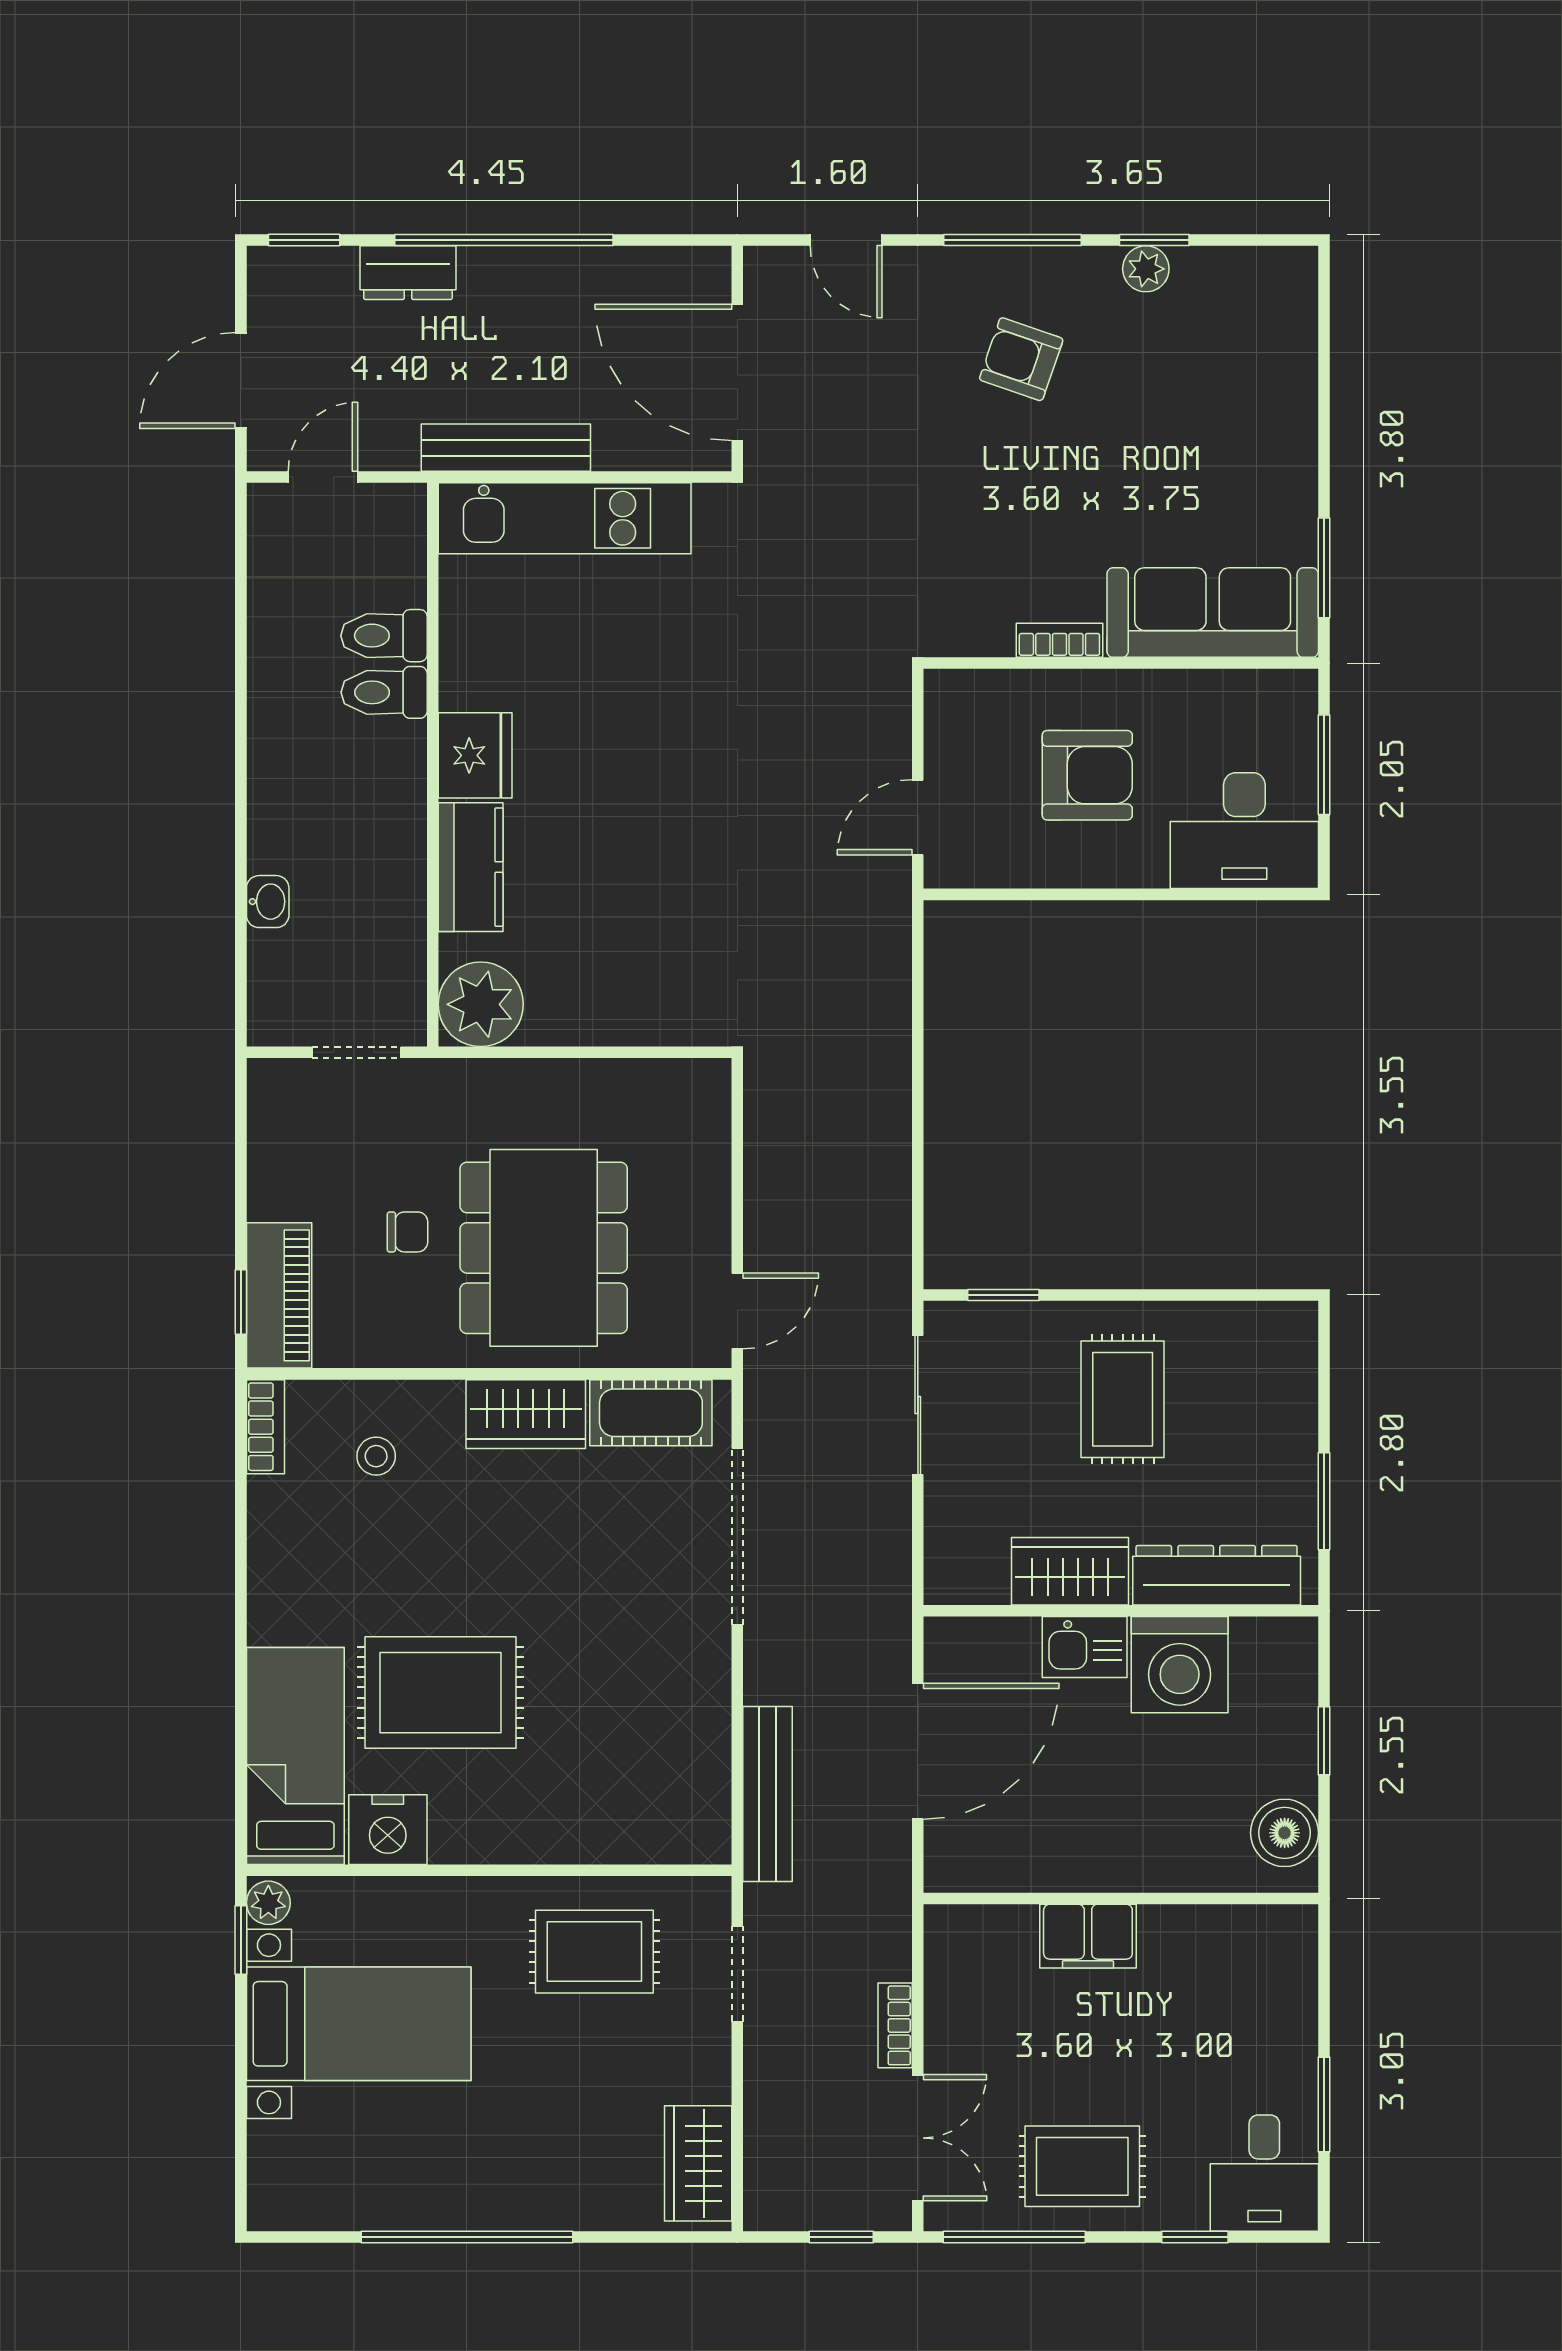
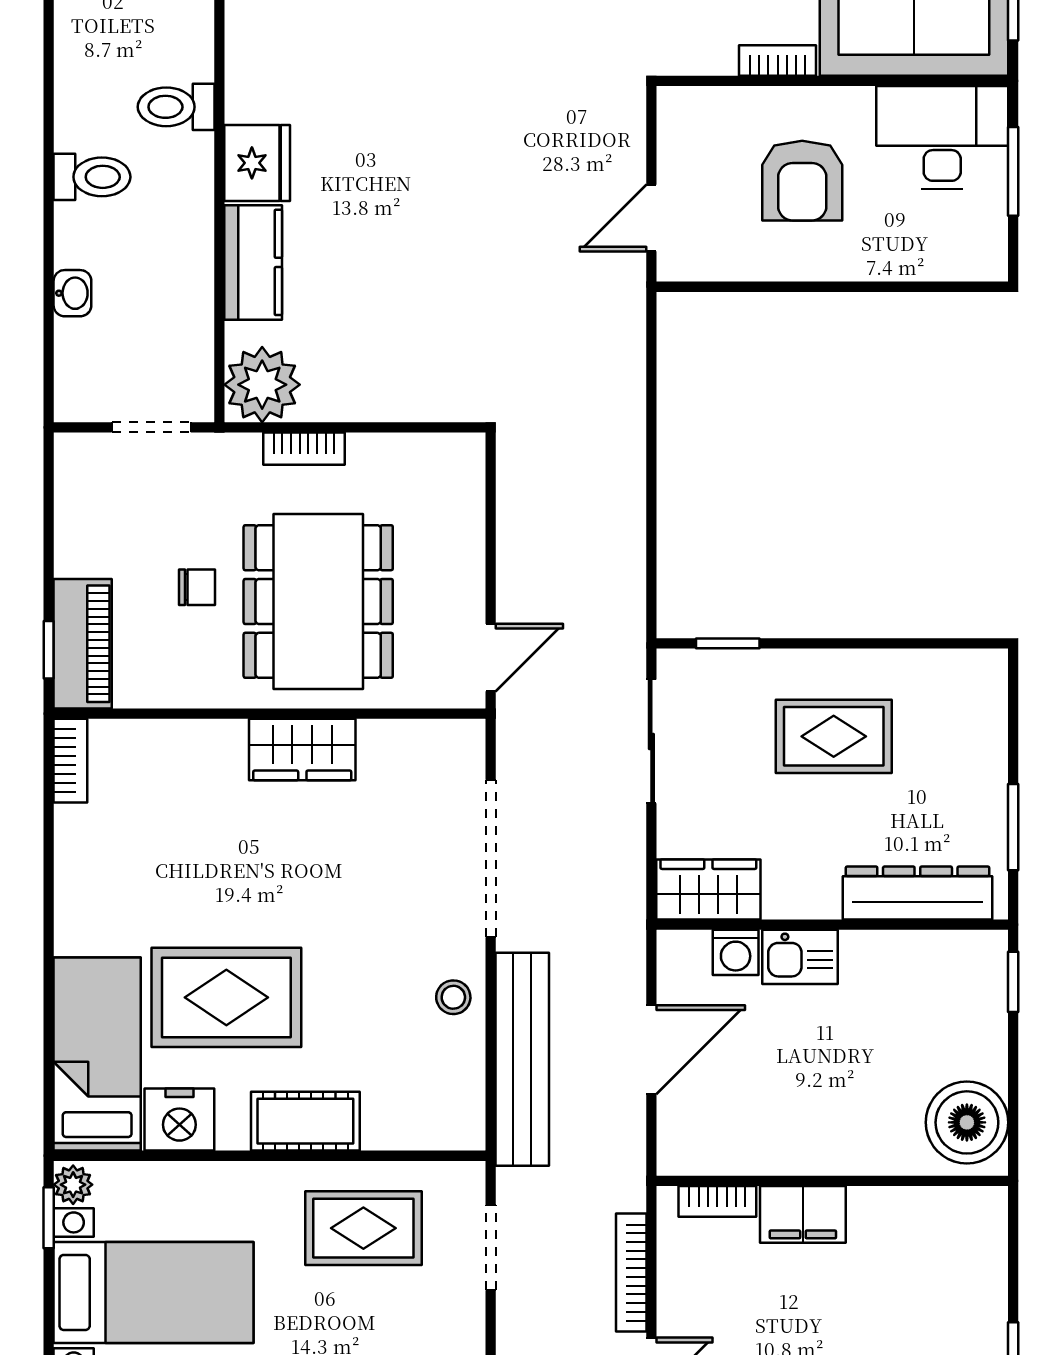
toilet: (384, 636) -> (92, 177), moved, turned 180
armchair: (1087, 775) -> (802, 181), turned 90
desk: (1244, 831) -> (942, 138), moved, turned 180
bookcase: (528, 1076) -> (304, 449), added
rug: (1123, 1399) -> (834, 736), turned 90
cot: (651, 1413) -> (305, 1121), moved
stool: (376, 1456) -> (453, 997), moved
wardrobe: (1070, 1571) -> (708, 890), moved
washing machine: (1180, 1665) -> (736, 952), moved, width x0.53, depth x0.53
window: (1324, 1741) -> (1013, 982), moved
door: (918, 1751) -> (651, 1050), width x0.73
bench: (767, 1794) -> (522, 1059), width x1.37, depth x1.21
boiler: (1285, 1833) -> (967, 1122), width x1.37, depth x1.37
bookcase: (992, 1922) -> (717, 1201), added
bookcase: (895, 2025) -> (631, 1273), width x1.56

